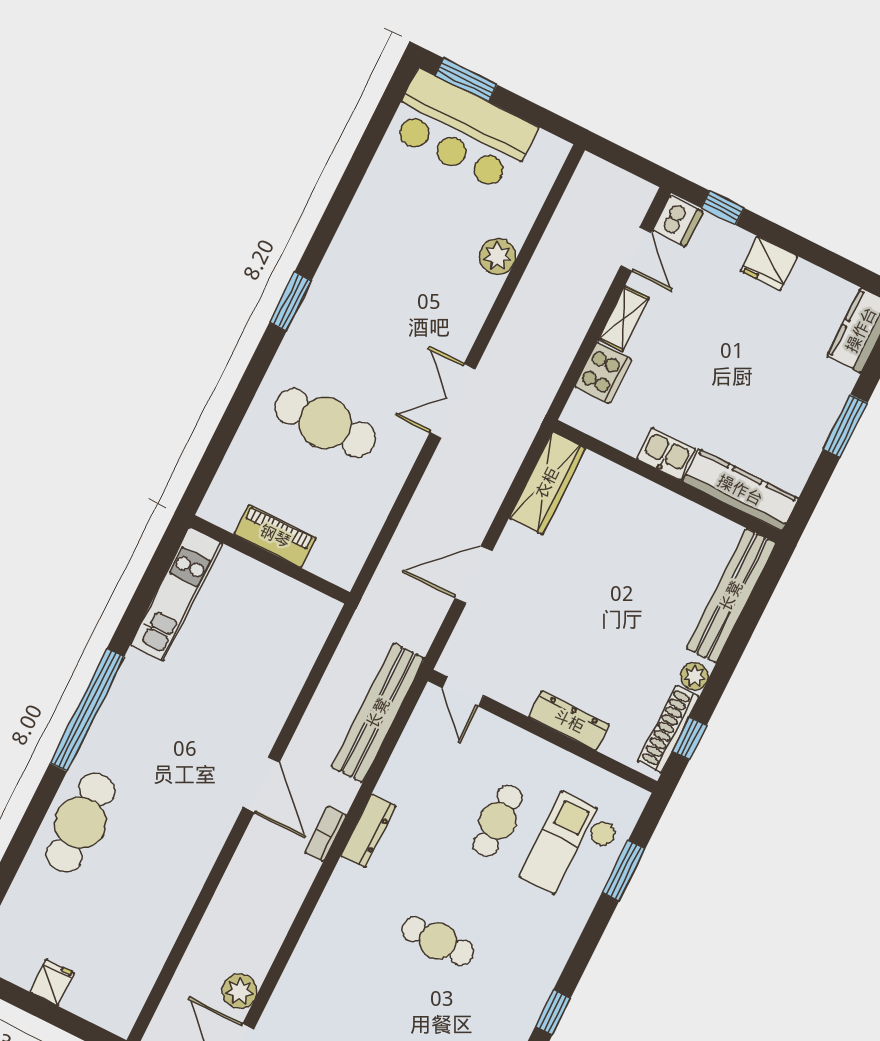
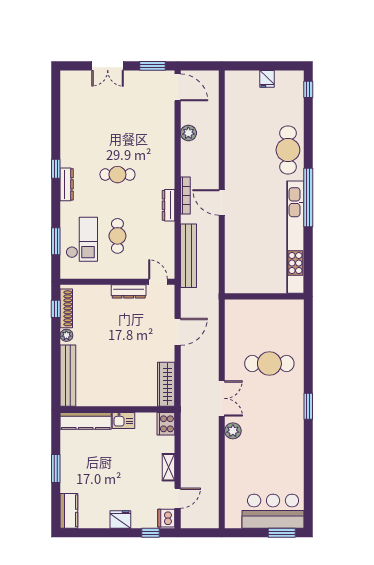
door: (636, 249) -> (178, 498), swing flipped
plant: (497, 256) -> (233, 431), moved
cooker: (603, 373) -> (166, 424), moved
piano: (275, 536) -> (267, 307), removed
kitchen unit: (176, 594) -> (295, 237), width x1.86
dresser: (569, 721) -> (129, 291), moved
bookcase: (326, 834) -> (185, 195), width x1.56
dresser: (547, 971) -> (67, 184), added
plant: (239, 991) -> (188, 133), moved

